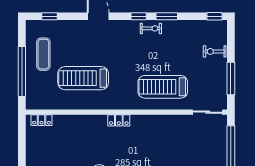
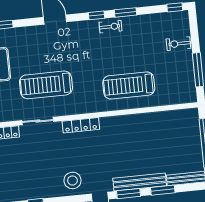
sliding door: (208, 112) -> (38, 121), moved
locker: (119, 120) -> (81, 125), width x1.53

